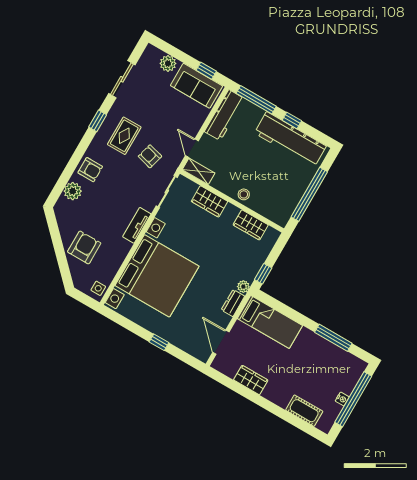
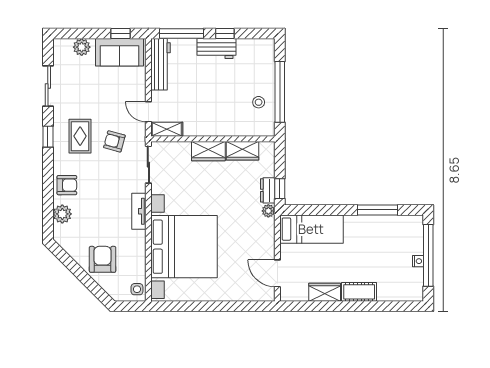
workbench: (290, 140) -> (216, 49), width x0.53, depth x0.76
stool: (244, 194) -> (259, 102), moved
wardrobe: (209, 201) -> (208, 151), moved
dresser: (233, 303) -> (268, 190), moved
window: (159, 342) -> (221, 306), removed
cot: (304, 411) -> (359, 292), moved

